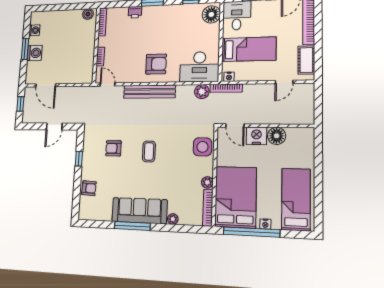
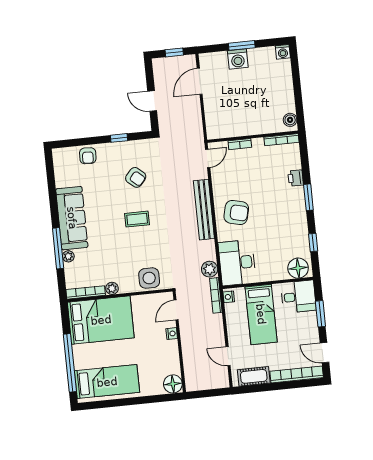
washing machine: (34, 30) -> (283, 52), moved
armchair: (156, 64) -> (236, 213), turned -76
nightstand: (256, 136) -> (172, 334), width x0.53, depth x0.56
floor lamp: (277, 136) -> (173, 384), moved
armchair: (114, 148) -> (136, 177), turned 131
nightstand: (265, 224) -> (78, 354), removed
window: (132, 226) -> (58, 248), moved
window: (251, 232) -> (70, 363), moved

